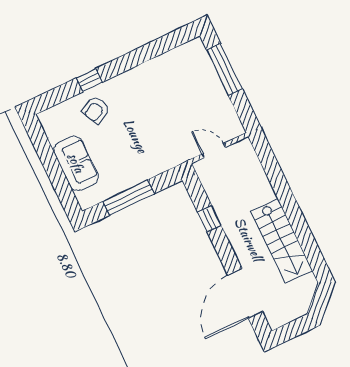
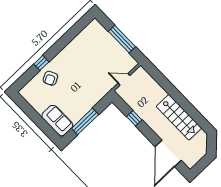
window: (225, 69) -> (122, 39), moved
sofa: (76, 163) -> (57, 121), moved

